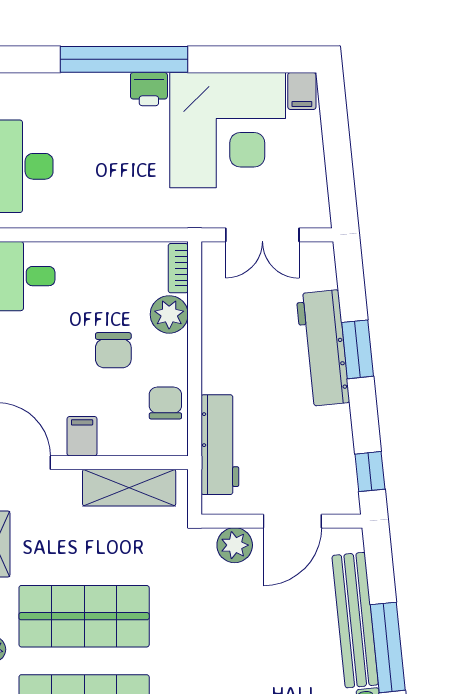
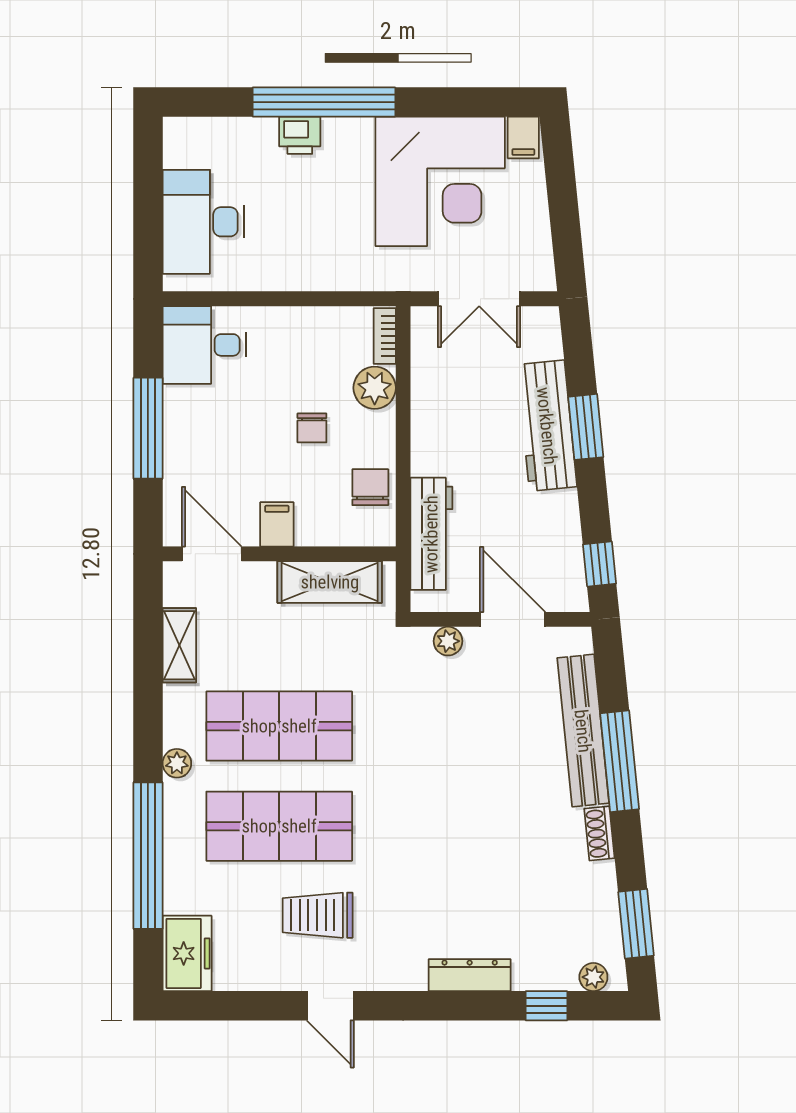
printer: (149, 89) -> (300, 135), moved
chair: (113, 350) -> (312, 428), width x0.73, depth x0.73
door: (292, 521) -> (513, 619), swing flipped
plant: (235, 545) -> (448, 641), width x0.73, depth x0.73

